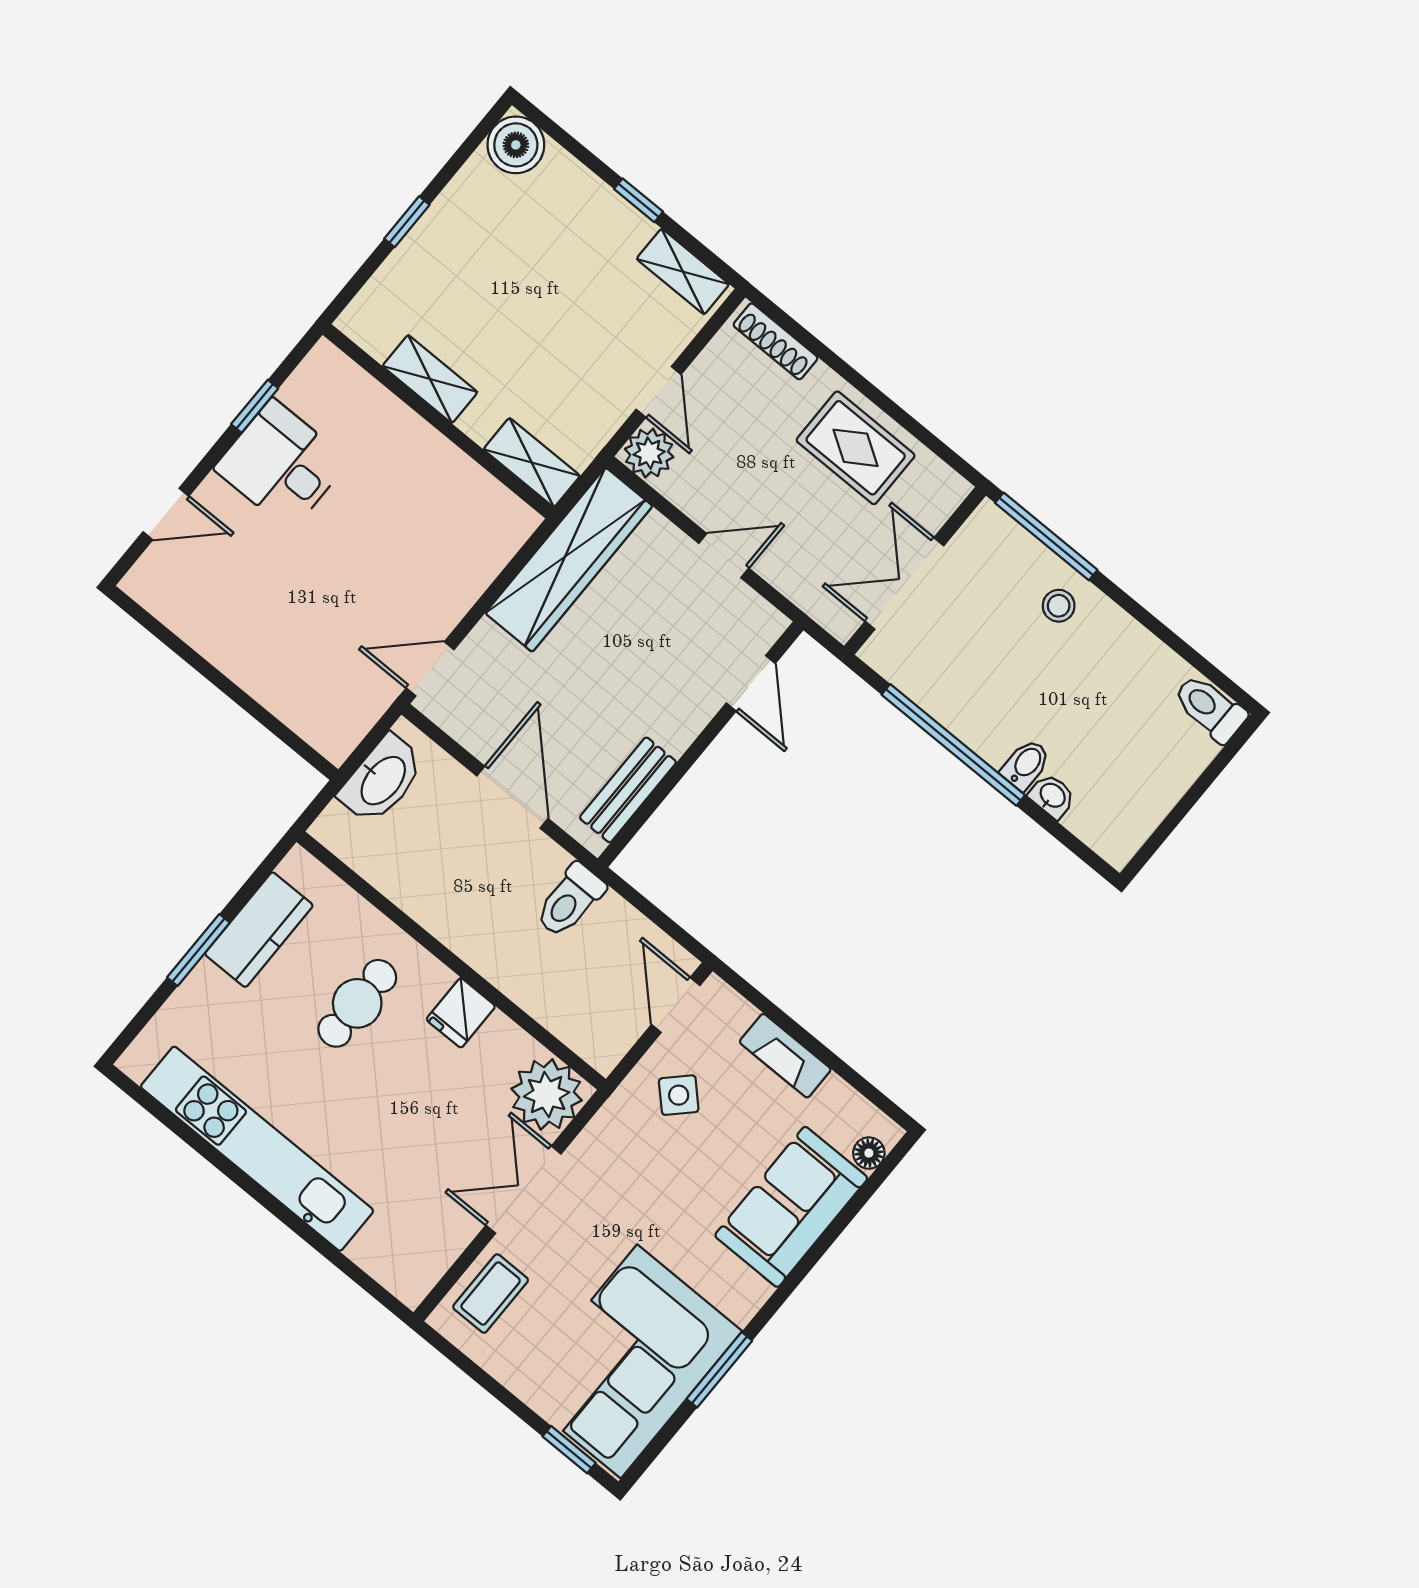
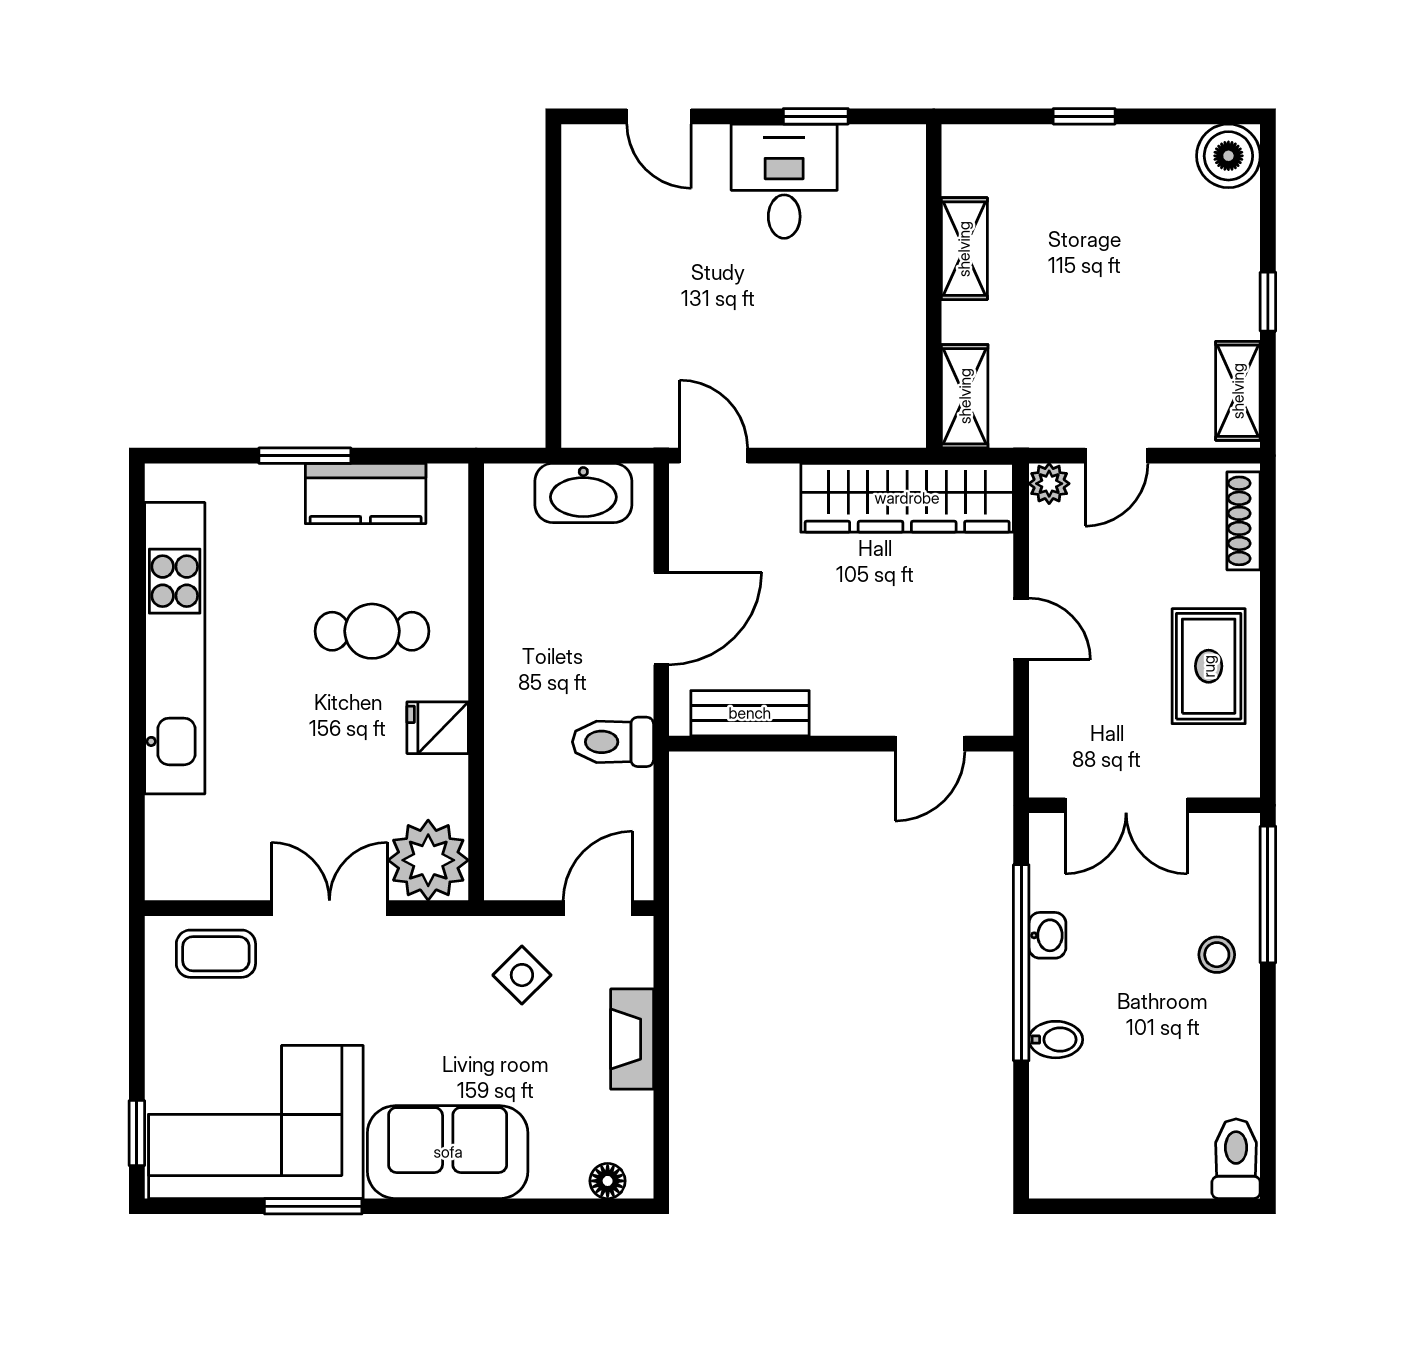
plant: (649, 453) -> (1049, 484), width x0.73, depth x0.73
double door: (904, 583) -> (1126, 805), swing flipped
washbasin: (1052, 796) -> (1047, 935), moved
sofa: (791, 1207) -> (448, 1152), moved

